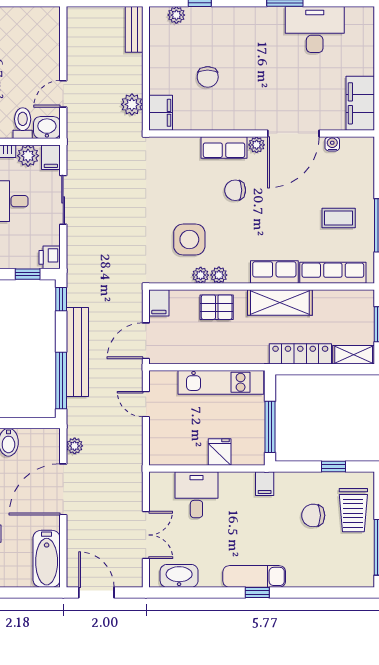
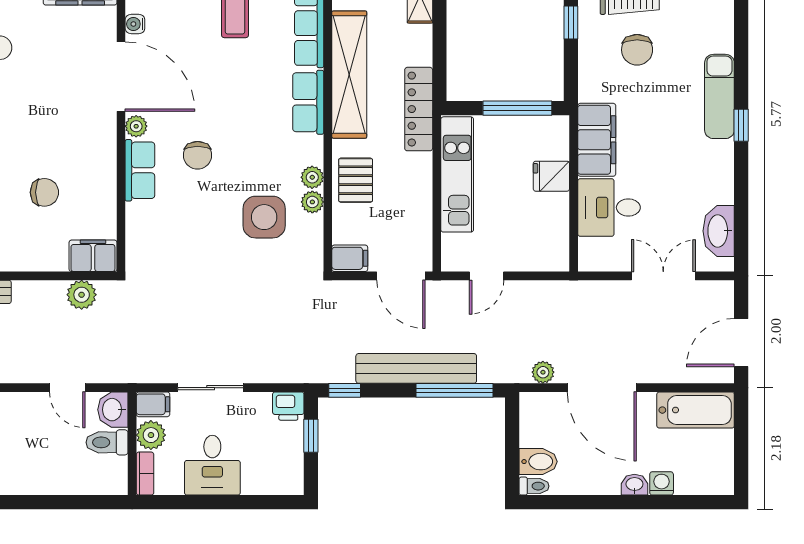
shelving: (280, 303) -> (349, 75), width x1.47
locker: (300, 354) -> (419, 109), moved
filing cabinet: (265, 484) -> (597, 140), width x3.00, depth x1.17
exam couch: (254, 576) -> (719, 96), moved

